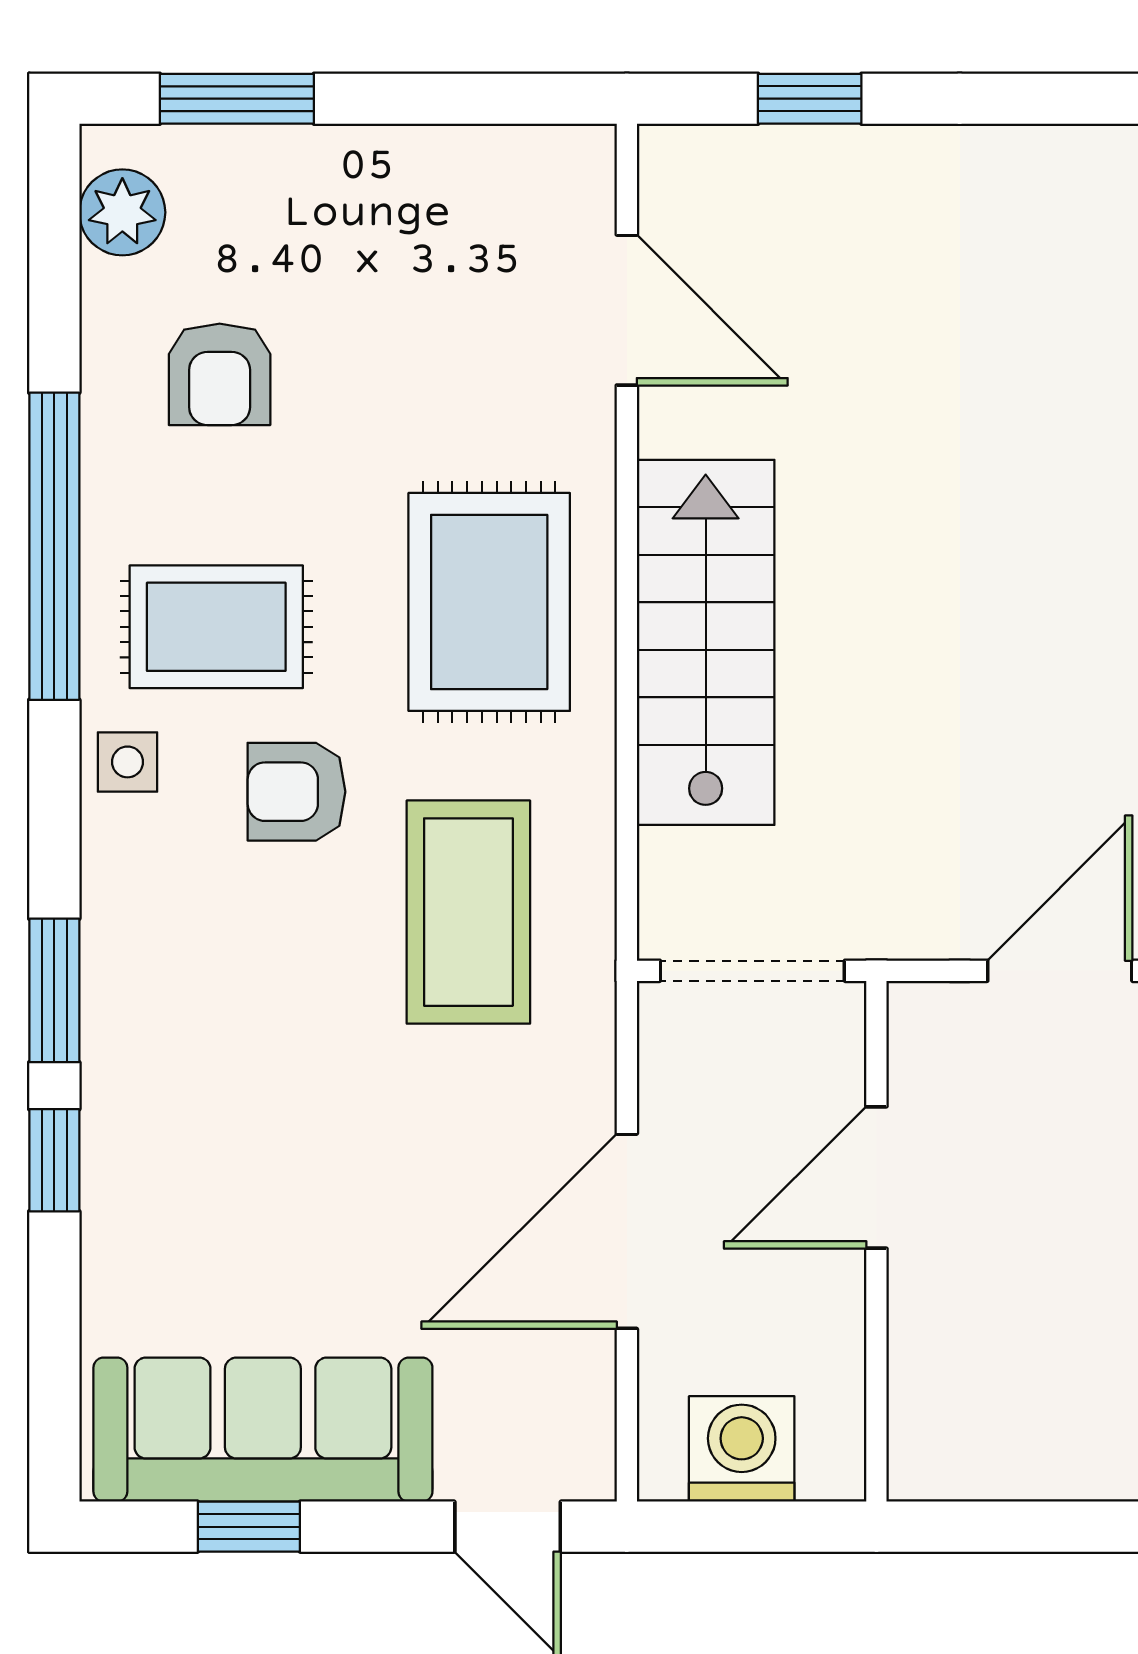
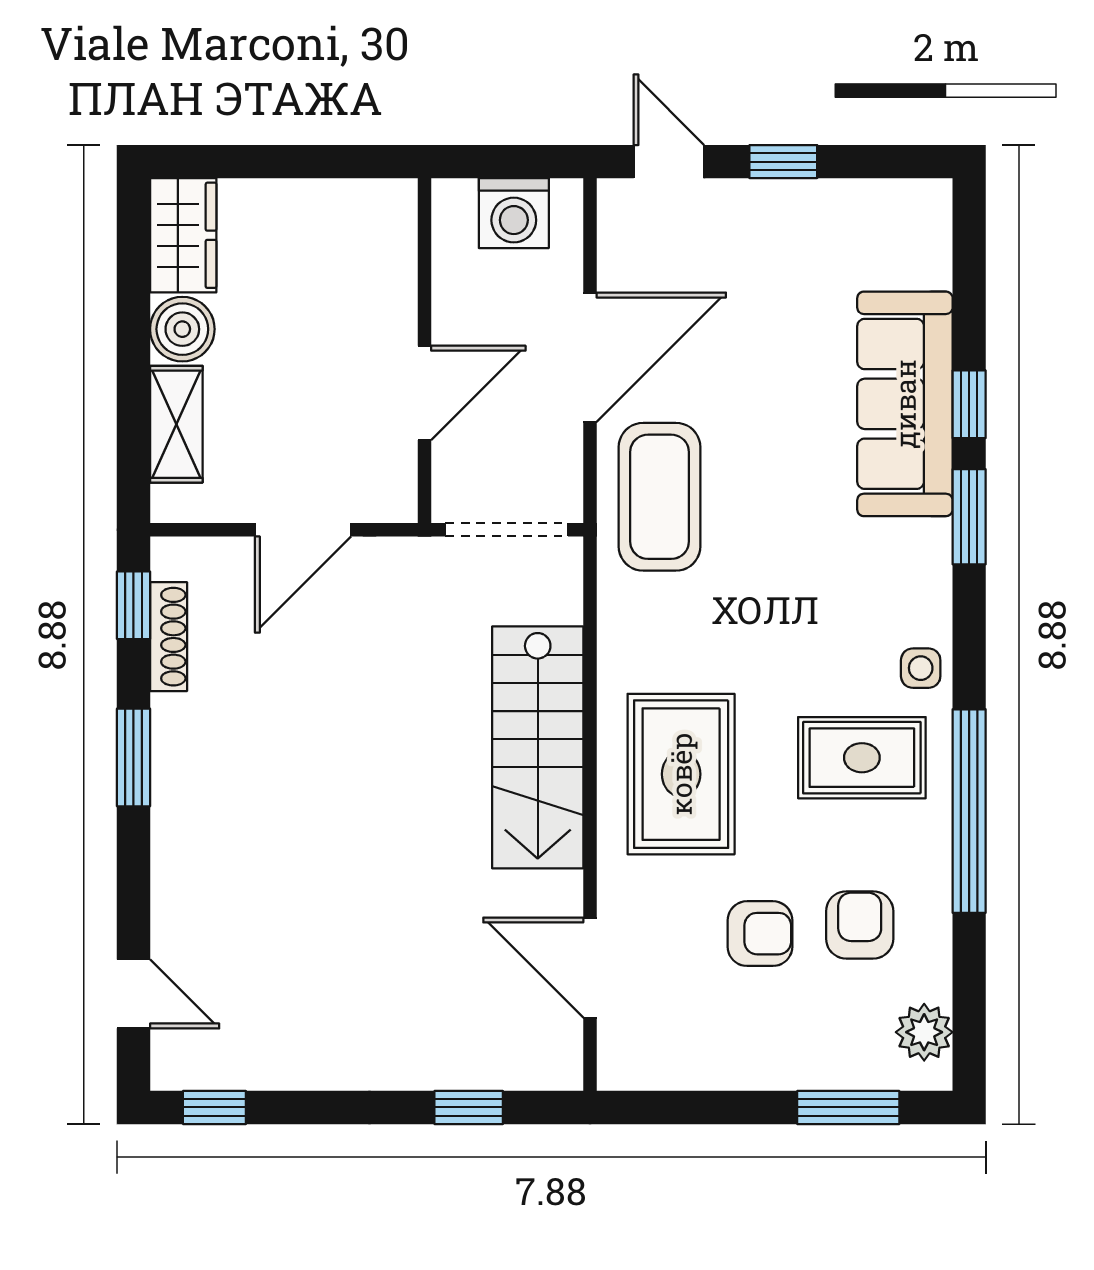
armchair: (296, 792) -> (760, 934), moved
coffee table: (468, 912) -> (660, 497), moved
sofa: (263, 1430) -> (905, 404), moved, turned 90
window: (249, 1527) -> (783, 162), moved

